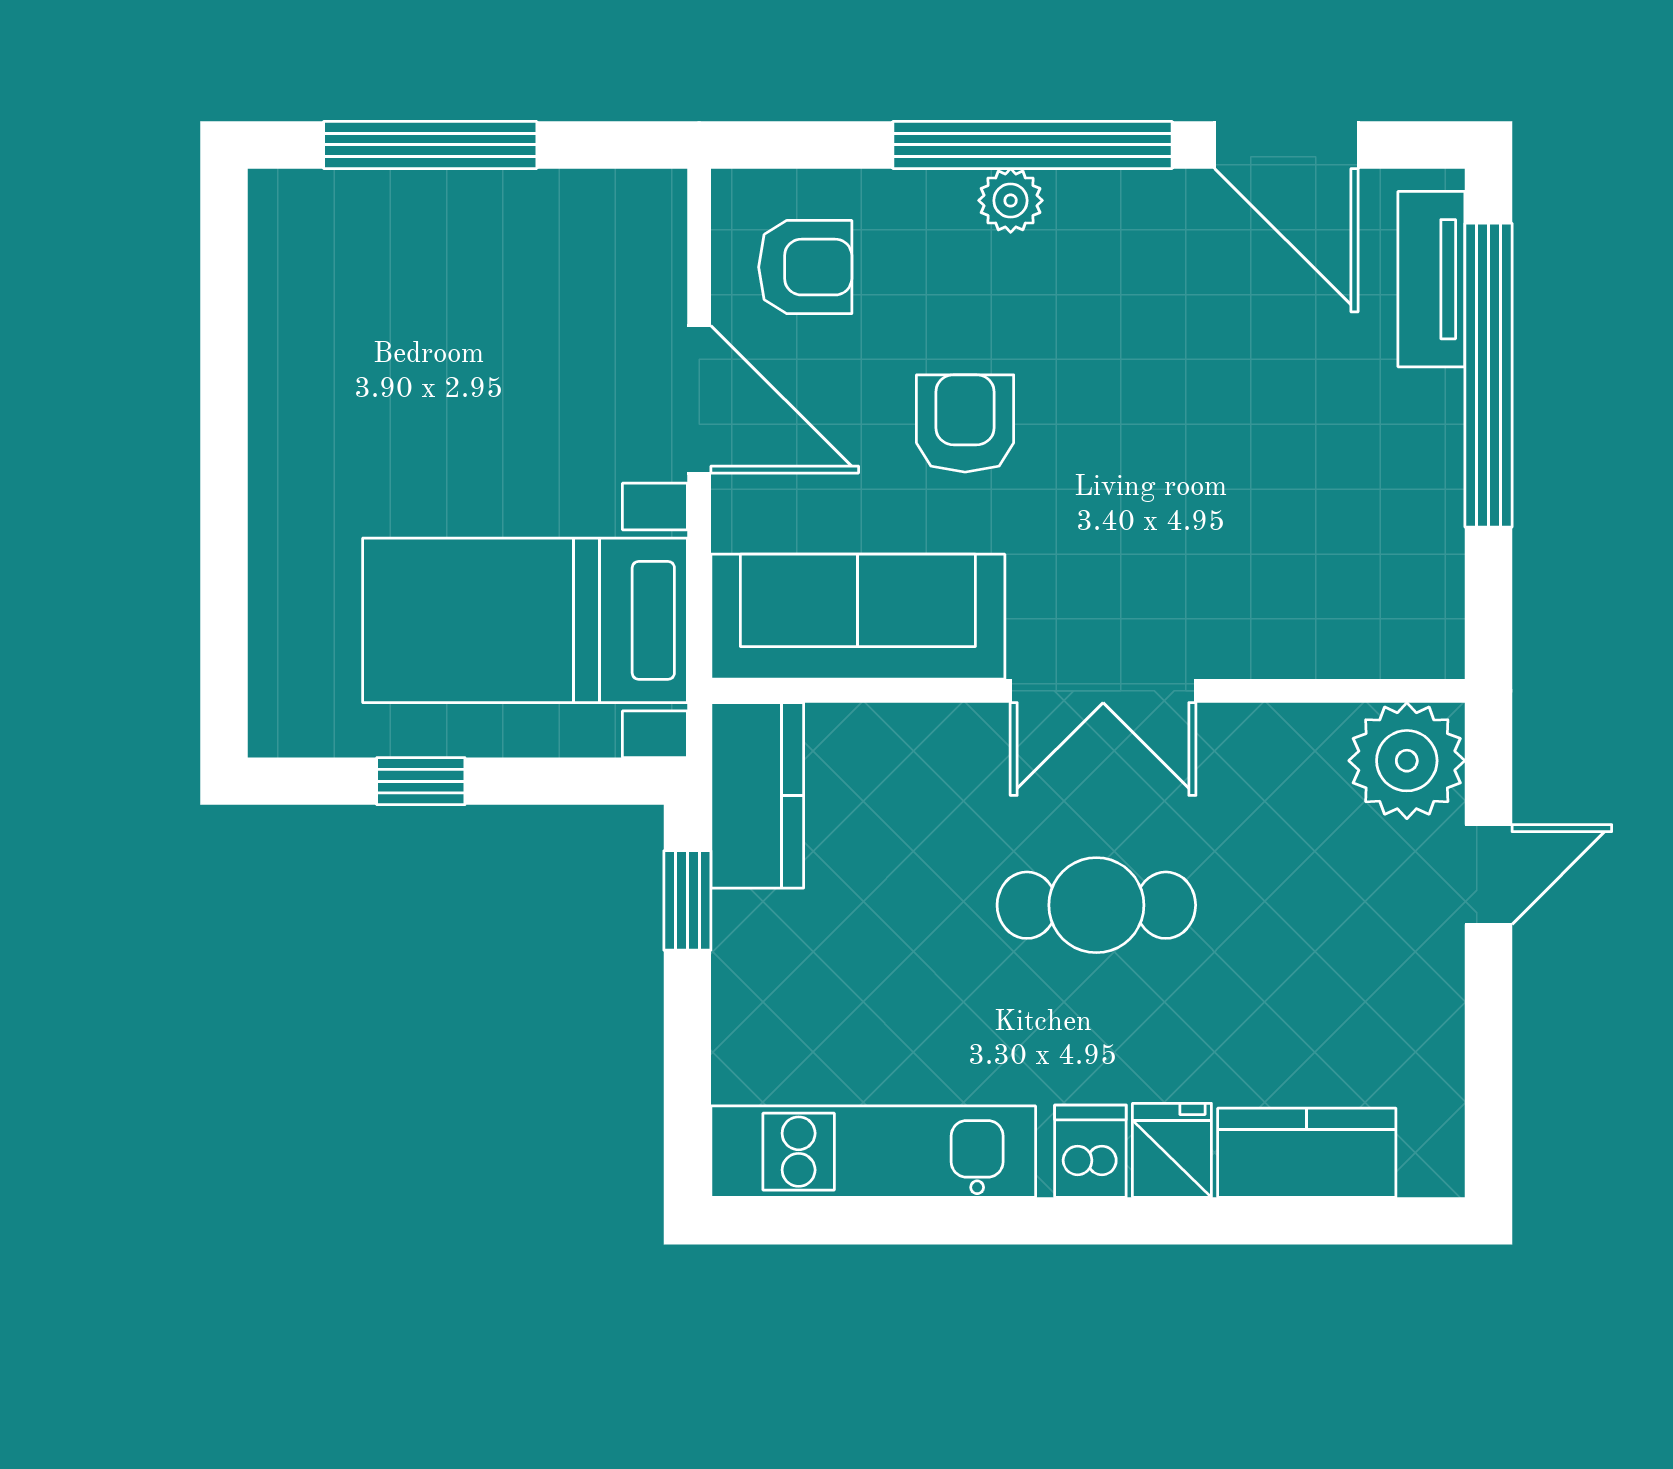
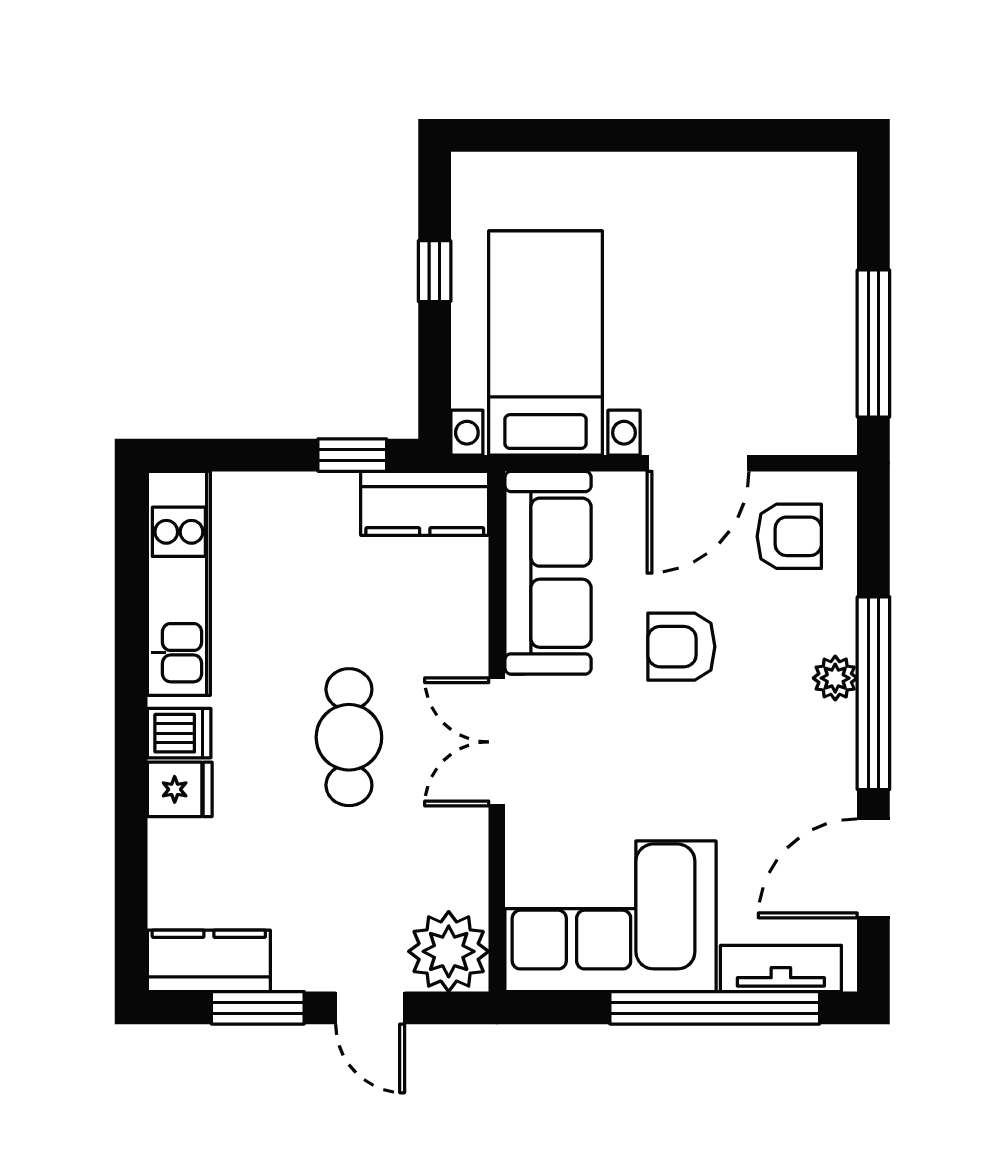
window: (430, 145) -> (873, 344), moved
armchair: (805, 267) -> (789, 536), turned -90
armchair: (965, 423) -> (681, 647), turned 180
corner sofa: (1356, 526) -> (611, 916), added
window: (1488, 1037) -> (258, 1008), added
kitchen counter: (1307, 1153) -> (209, 961), moved, turned -90

